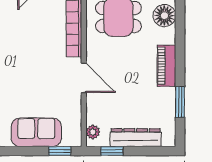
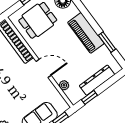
piano: (166, 66) -> (86, 33), width x1.37, depth x1.33
plant: (93, 132) -> (64, 85), moved

